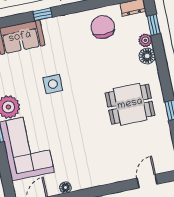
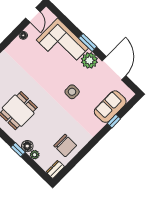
window: (43, 14) -> (114, 121), moved
window: (154, 25) -> (18, 150), moved

